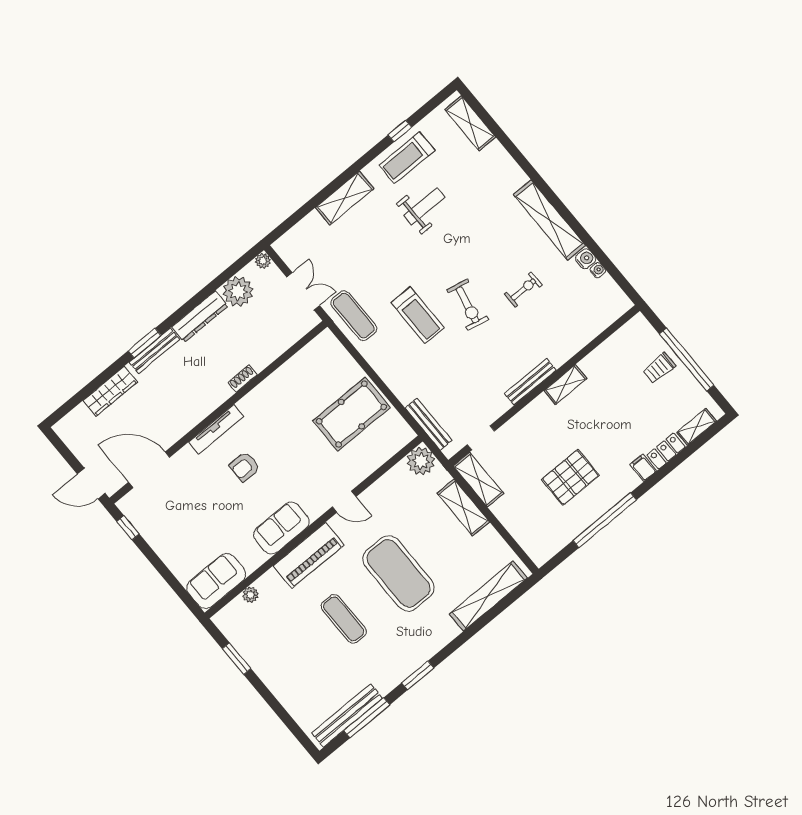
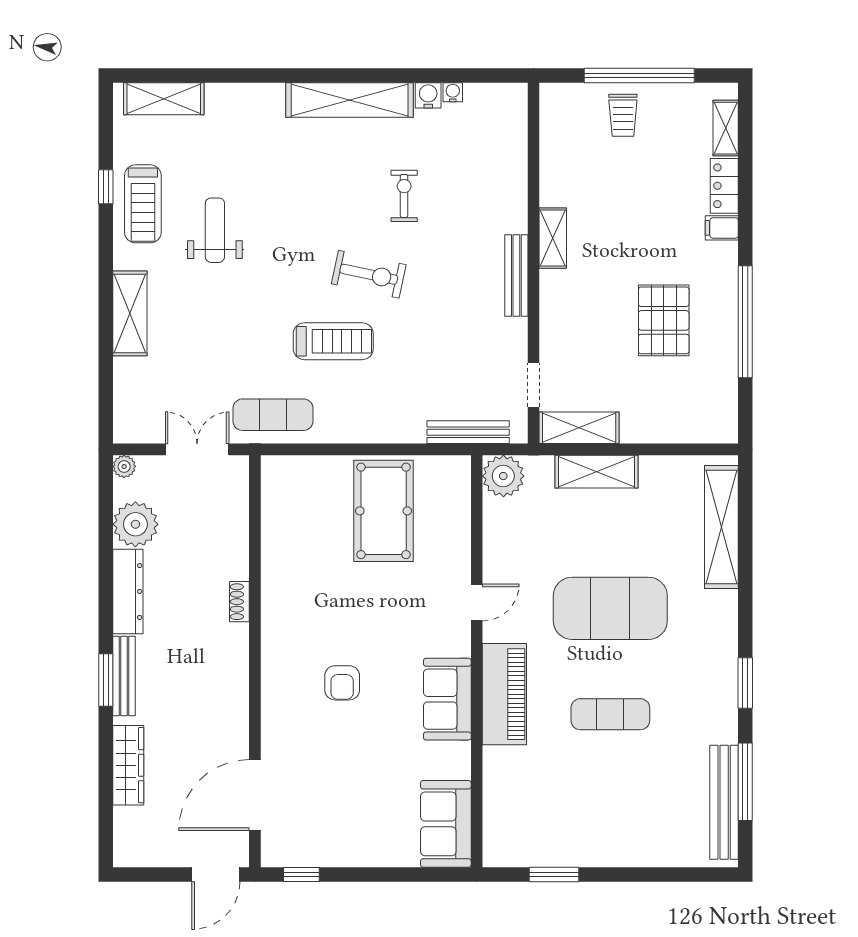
tv unit: (216, 429) -> (272, 680), removed
plant: (250, 595) -> (494, 798), removed

